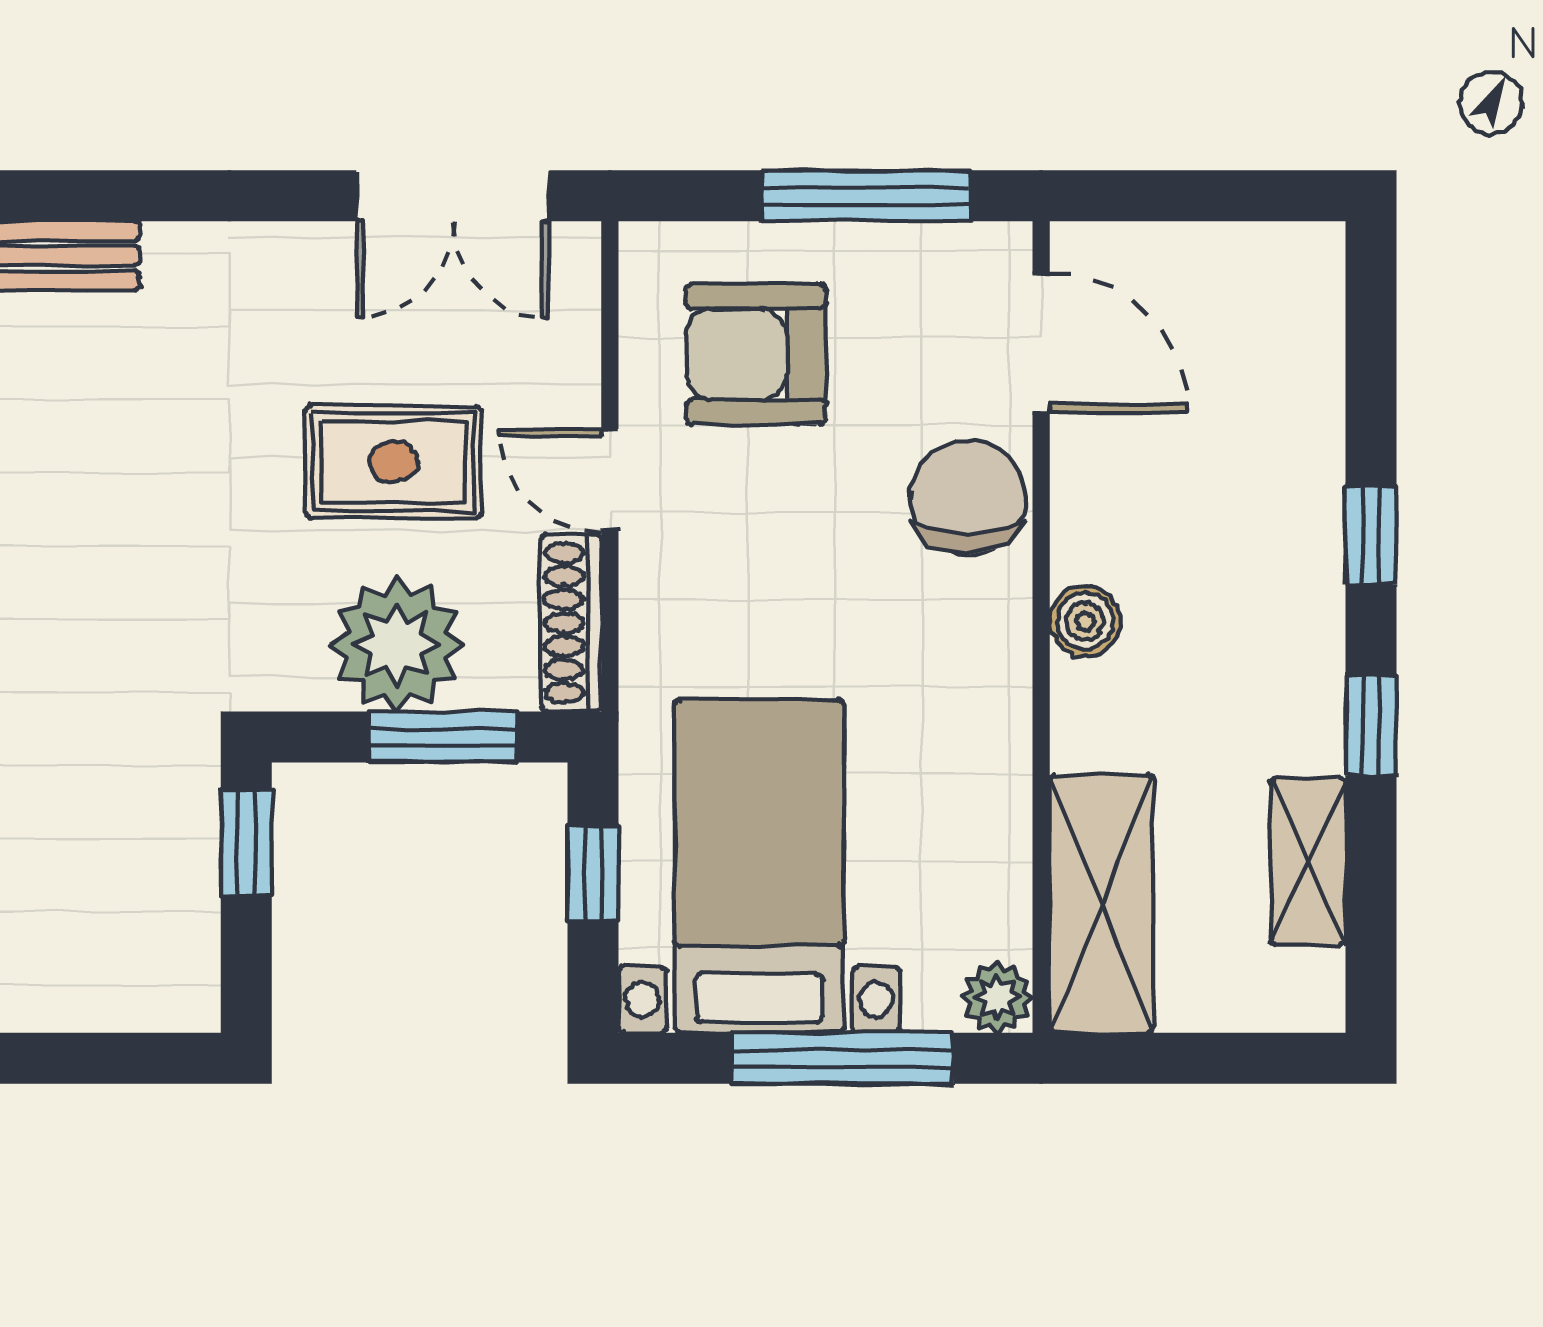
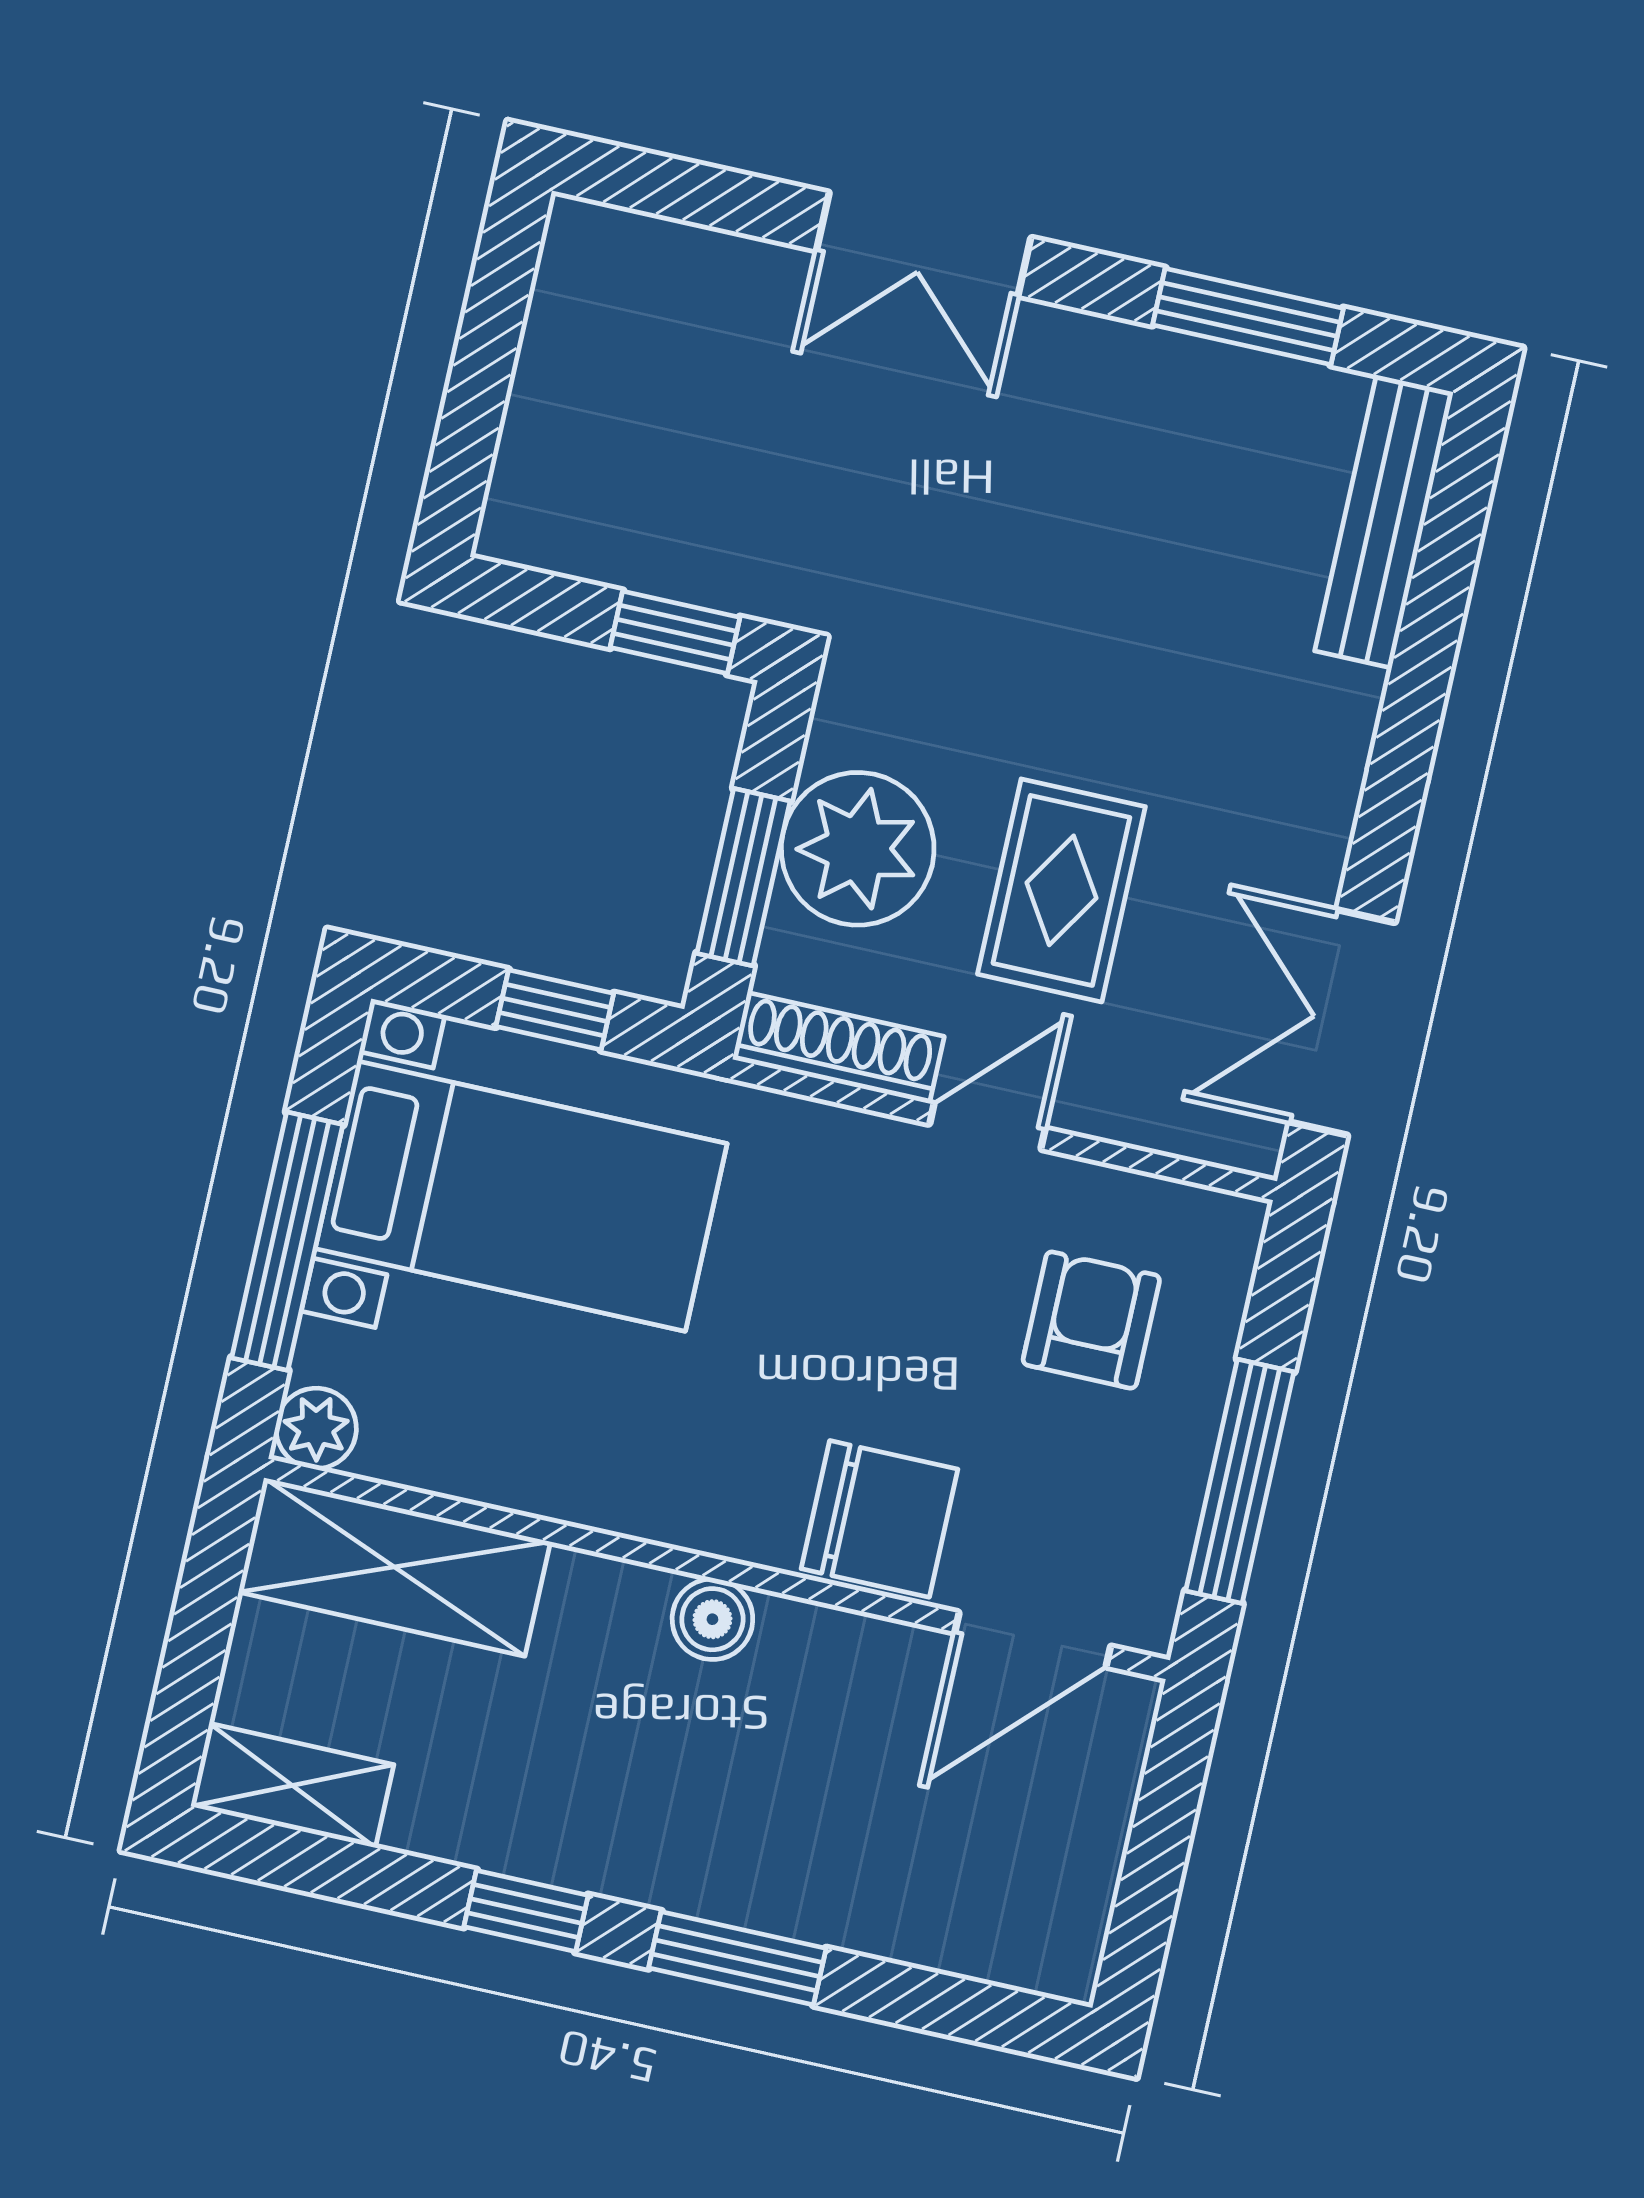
armchair: (756, 354) -> (1091, 1320), width x0.72, depth x0.72
window: (1371, 535) -> (737, 1958), width x1.50
shelving: (1308, 861) -> (292, 1785), moved

